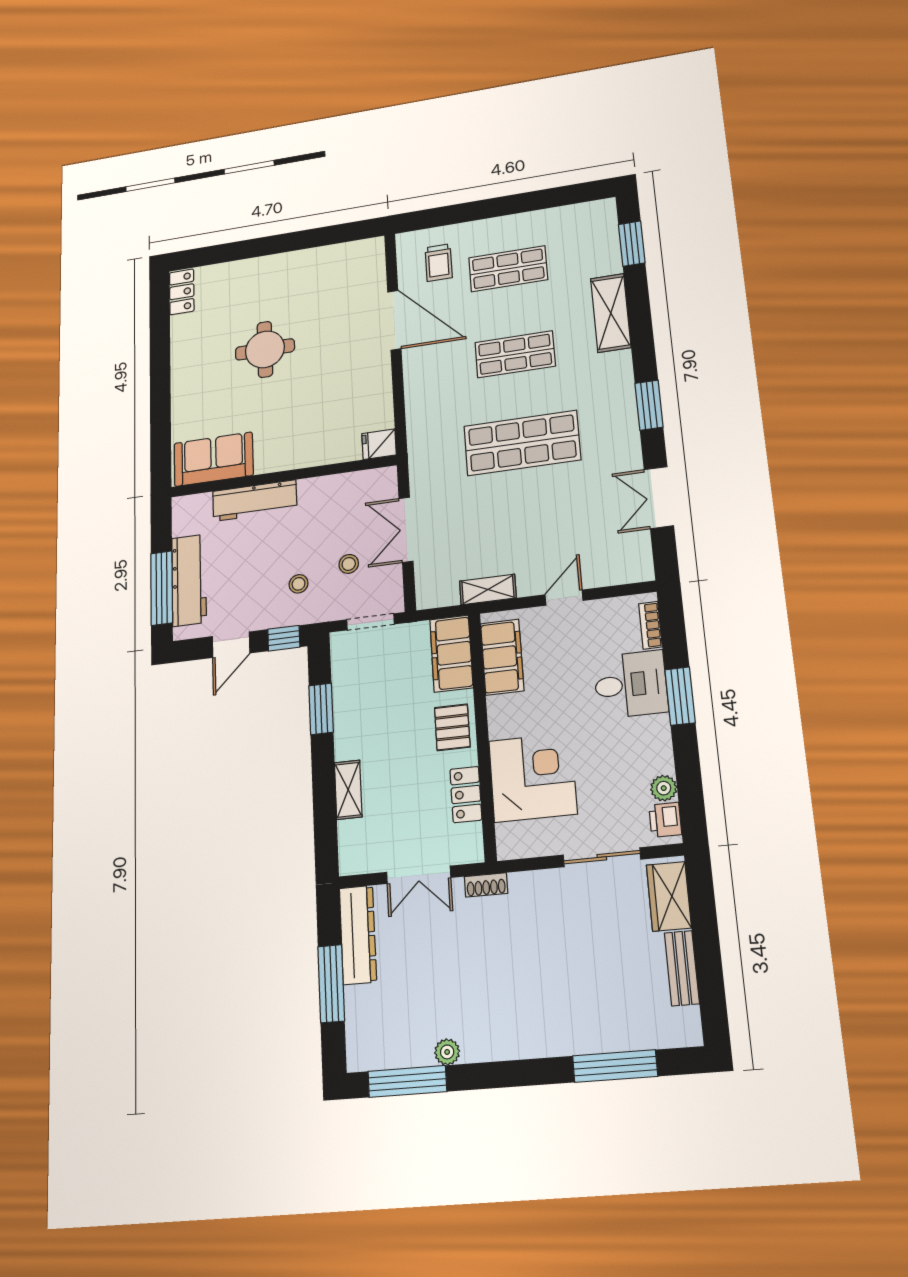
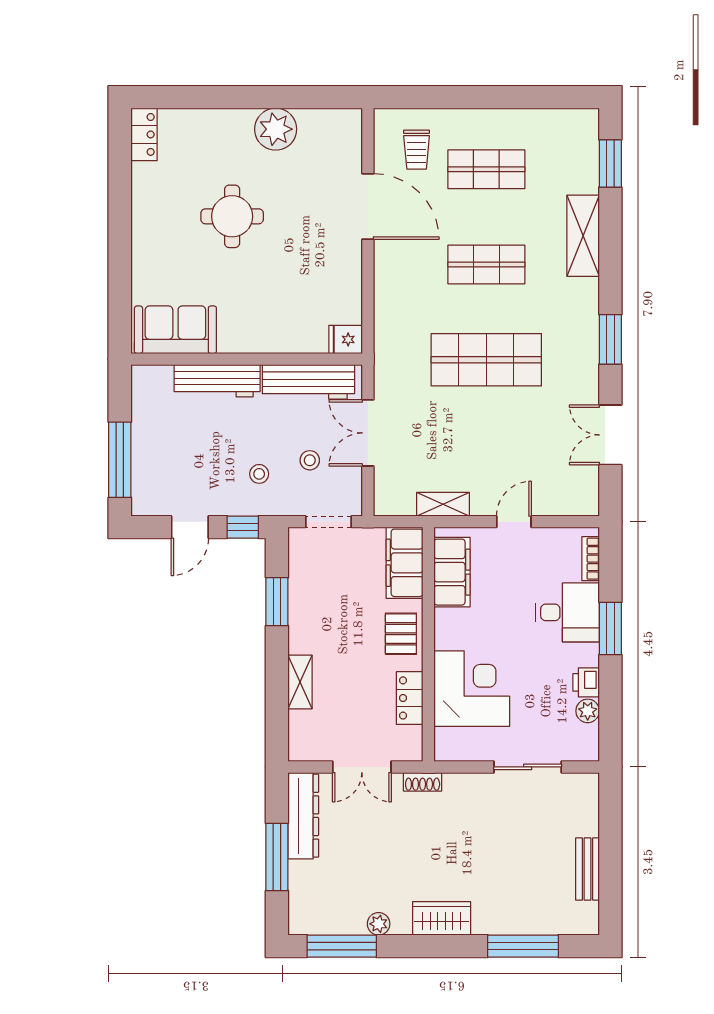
plant: (303, 267) -> (276, 129), added
workbench: (189, 580) -> (308, 382), moved, turned 90
printer: (665, 820) -> (586, 682), moved
wardrobe: (669, 896) -> (442, 918), moved, turned 90

